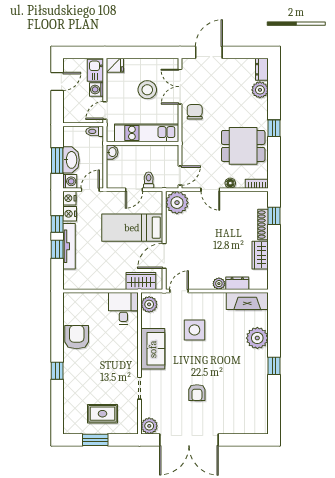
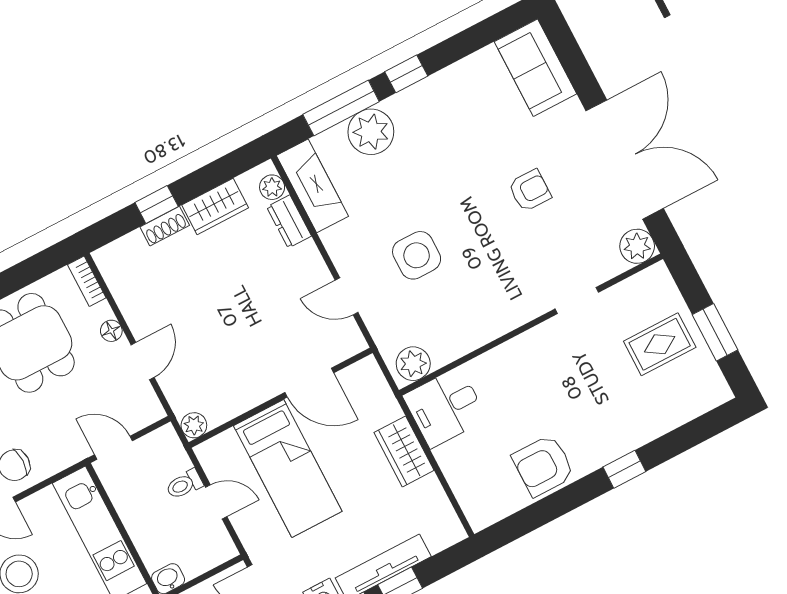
door: (180, 176) -> (113, 448), moved
plant: (177, 203) -> (194, 425), width x0.53, depth x0.53
window: (274, 216) -> (157, 204), moved
shoe rack: (263, 225) -> (165, 226), width x0.70
wardrobe: (141, 281) -> (404, 451), moved
plant: (219, 284) -> (272, 187), moved
door: (179, 291) -> (346, 296), moved
window: (274, 331) -> (341, 108), added
sofa: (153, 349) -> (535, 68), moved, turned -90
rug: (102, 414) -> (660, 344), turned 90

